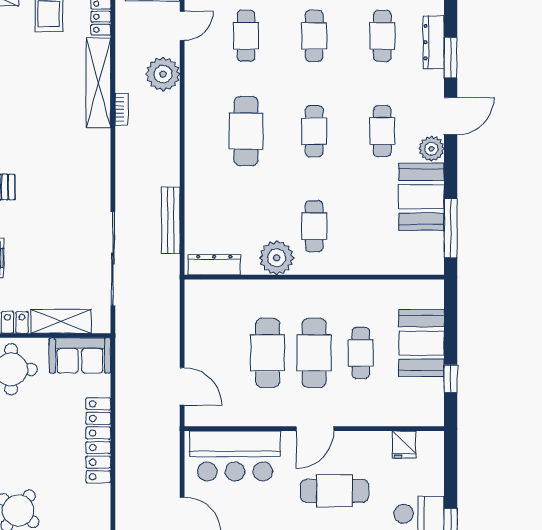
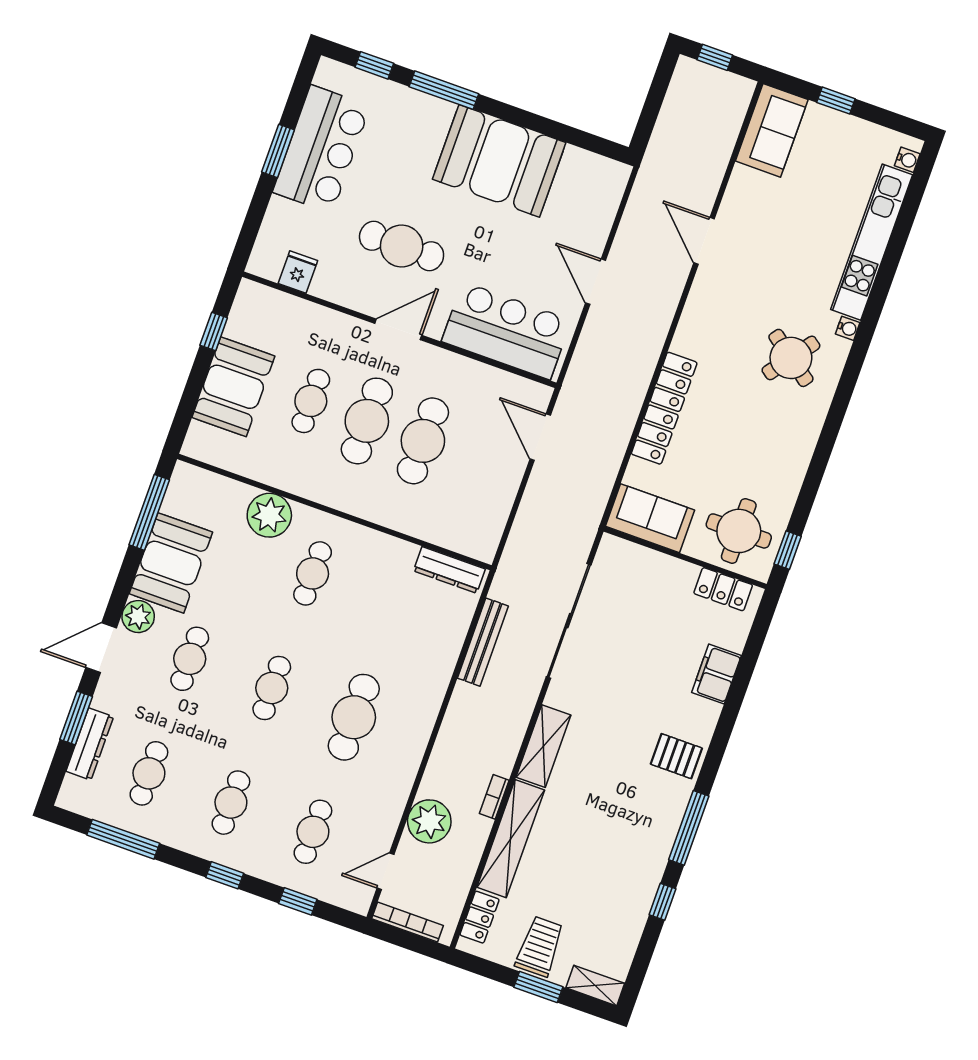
plant: (277, 258) -> (269, 515), moved
shelving: (61, 321) -> (543, 746), moved, turned 90

